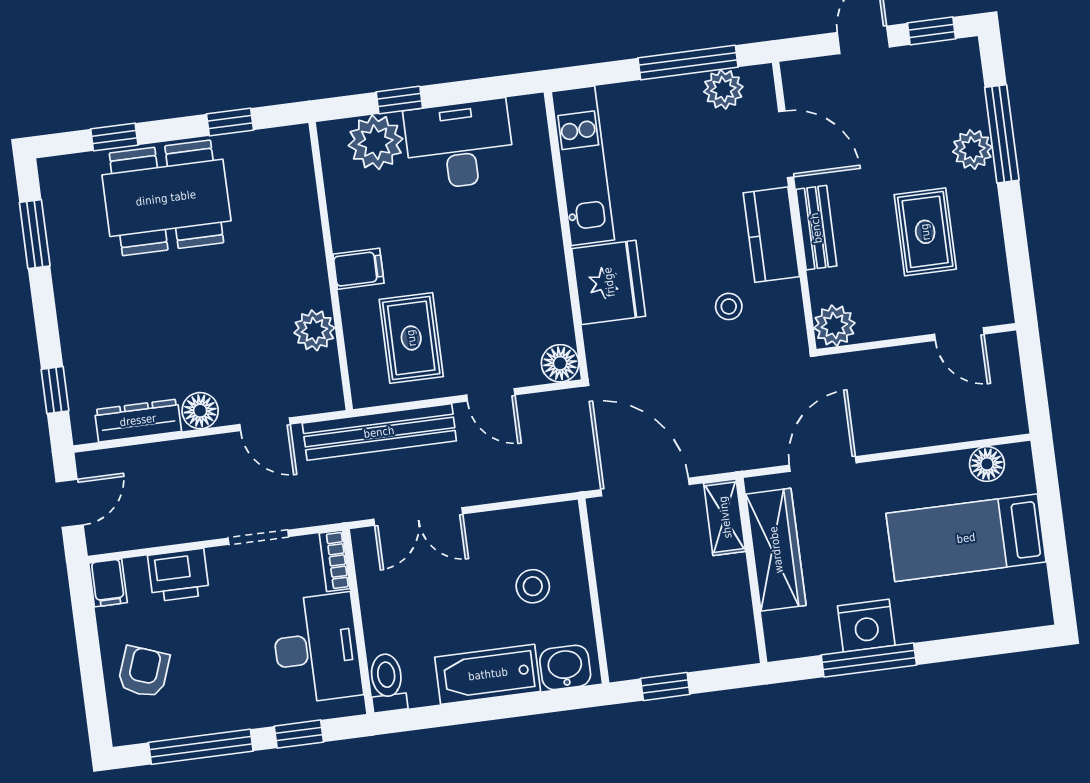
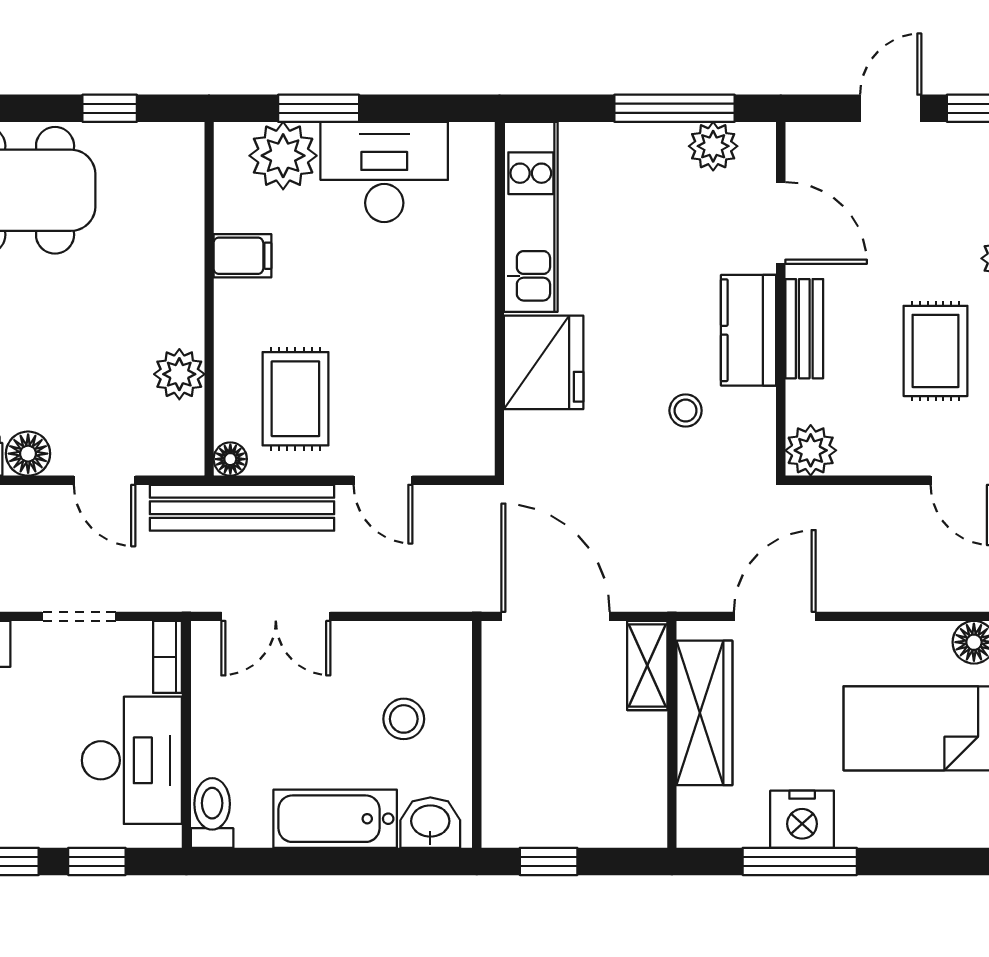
window: (399, 100) -> (319, 108), width x1.50
filing cabinet: (359, 269) -> (242, 256), moved
floor lamp: (560, 363) -> (230, 459), moved, width x0.73, depth x0.73

